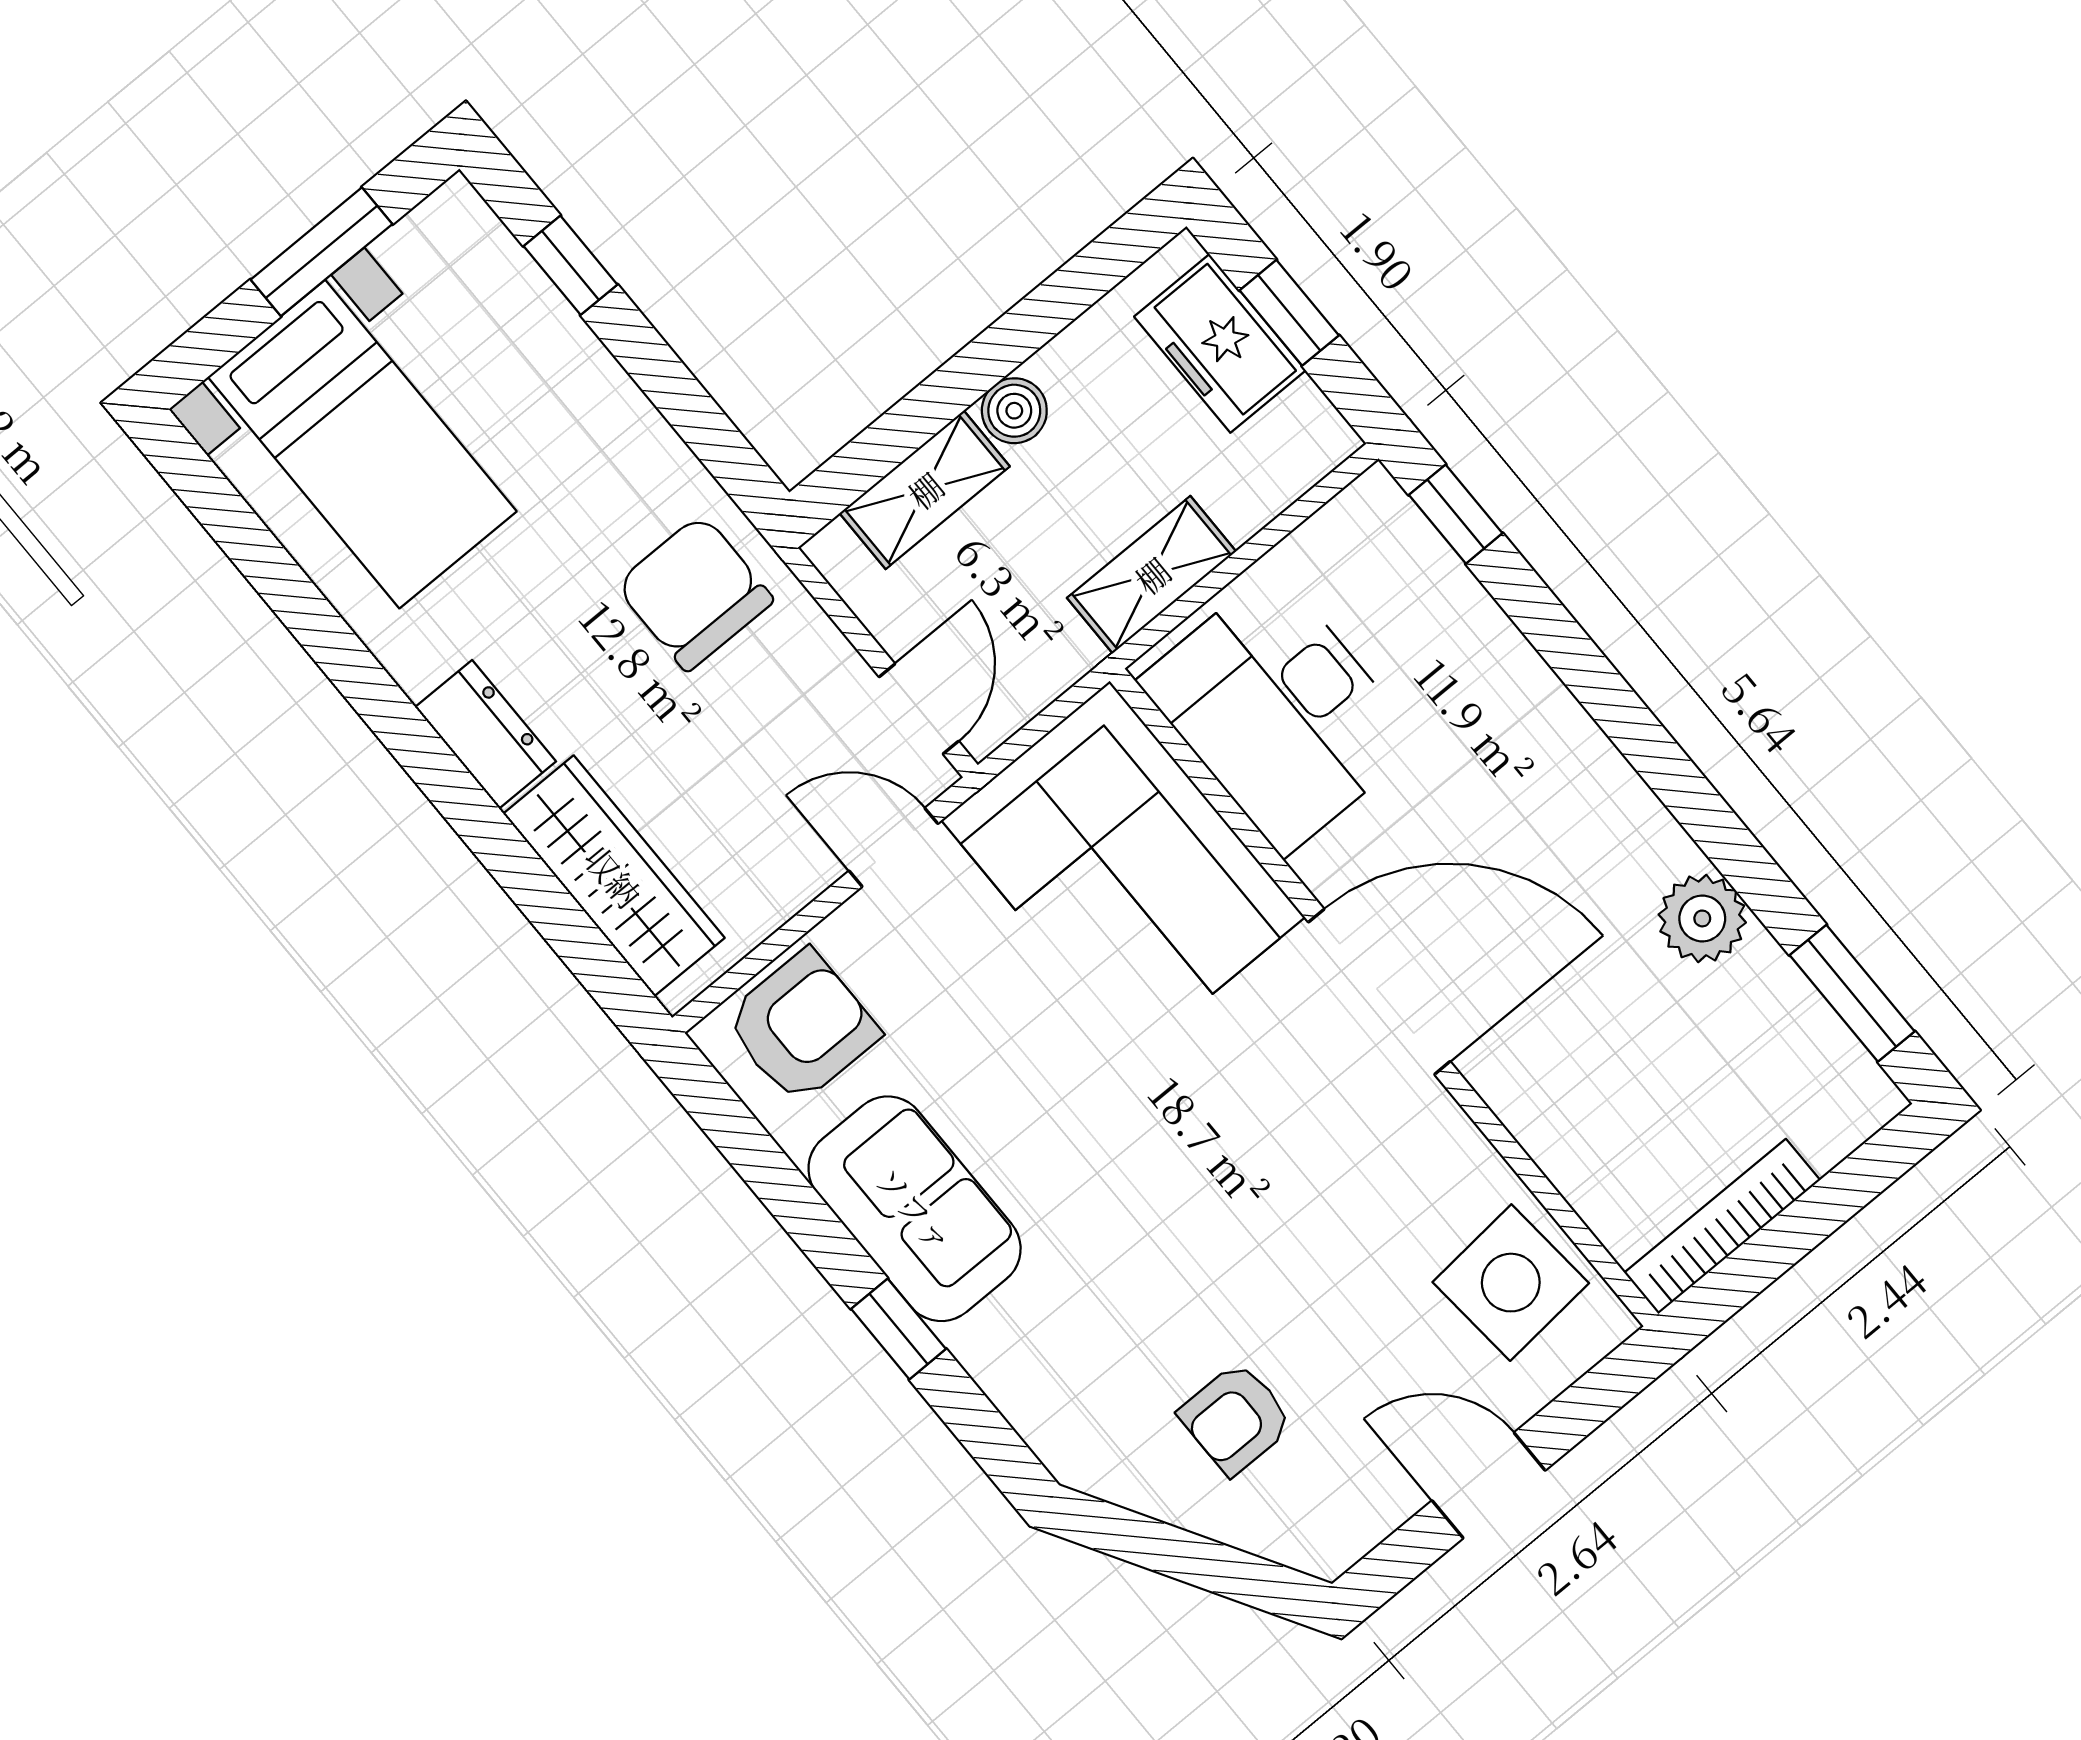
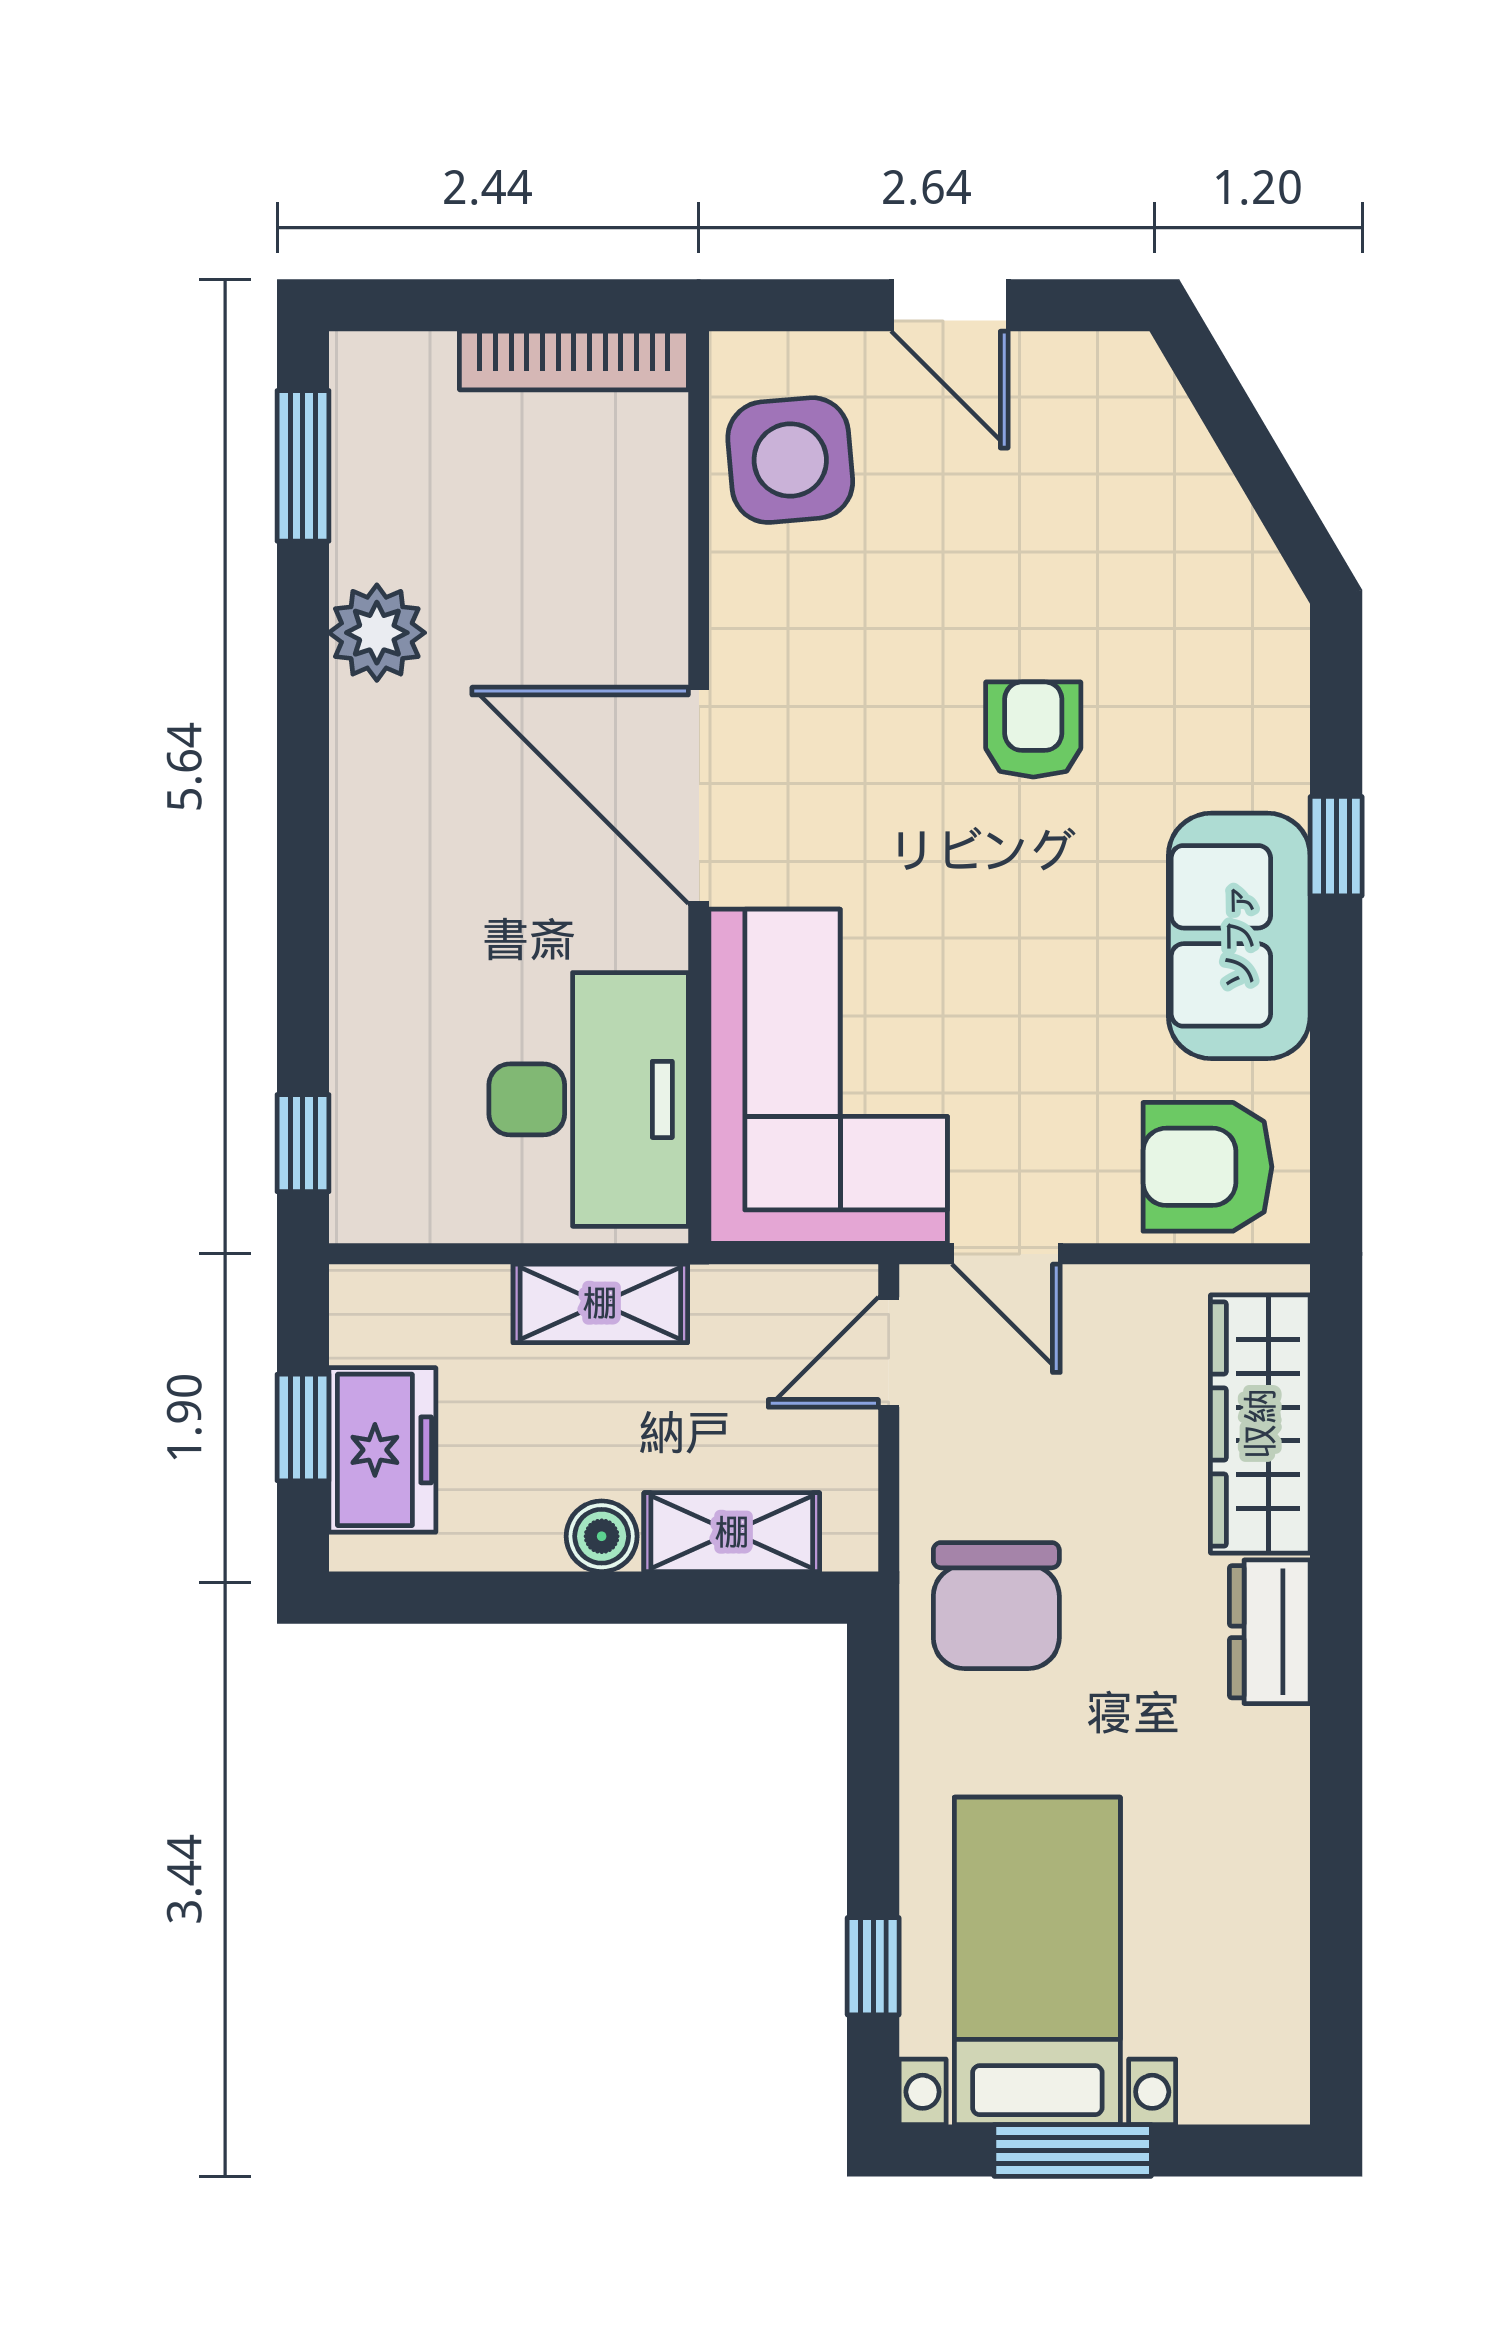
bed with nightstands: (362, 444) -> (1037, 1961), moved
armchair: (1236, 1418) -> (1033, 729), moved, turned -90

